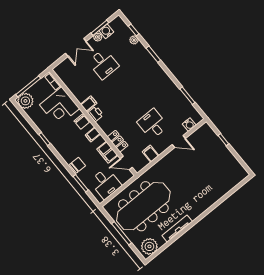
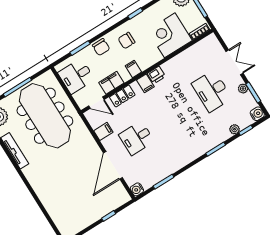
water cooler: (106, 31) -> (257, 114), moved
double door: (76, 47) -> (234, 62), swing flipped
desk: (103, 64) -> (212, 91), width x1.37
filing cabinet: (89, 104) -> (145, 83), moved
chair: (82, 122) -> (127, 41), moved
desk: (153, 124) -> (137, 138), turned 180
water cooler: (189, 125) -> (137, 189), moved
door: (179, 142) -> (113, 165), width x1.88
door: (126, 163) -> (96, 103), swing flipped

